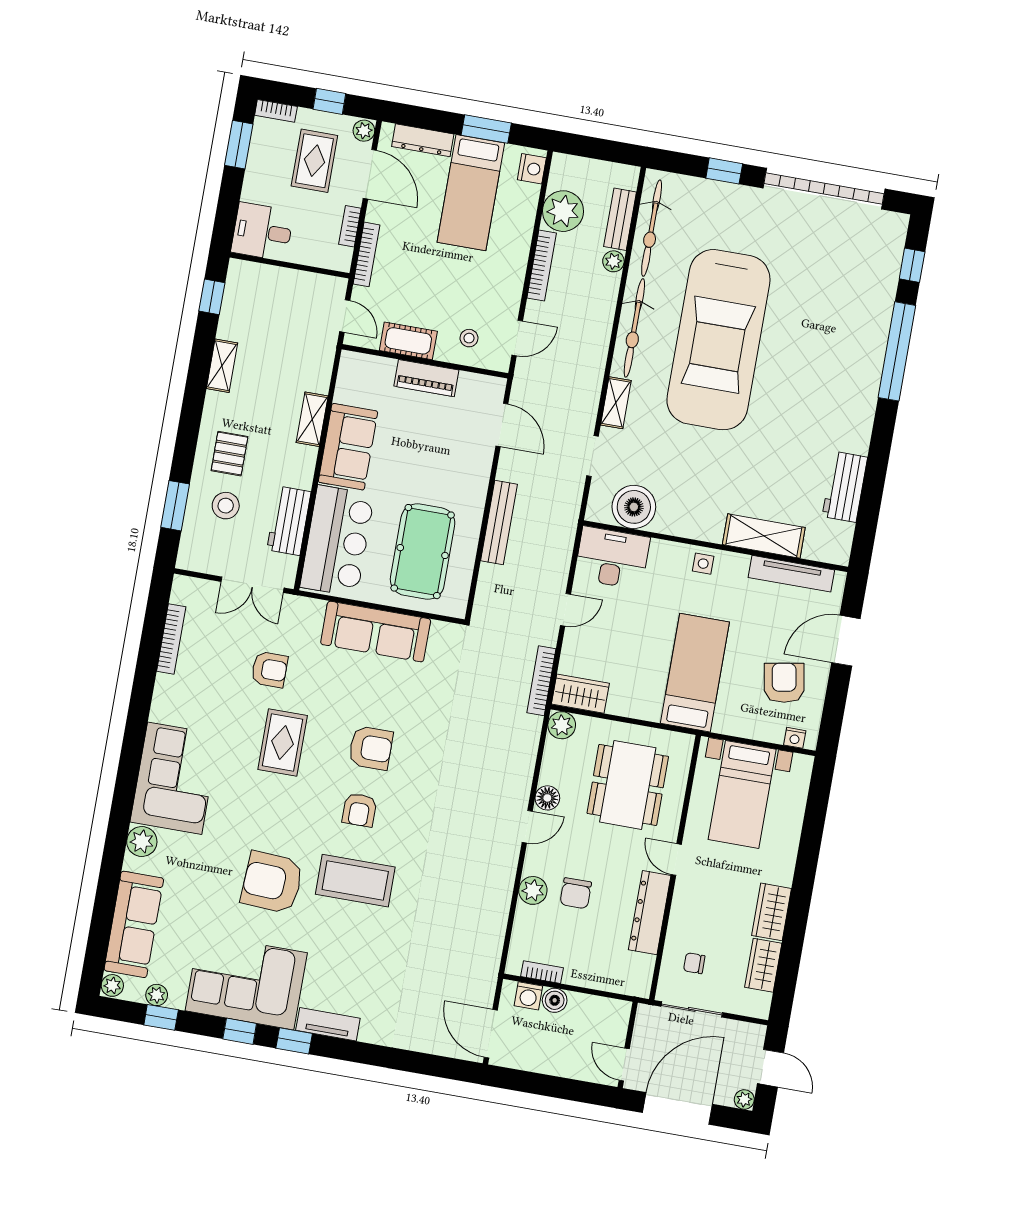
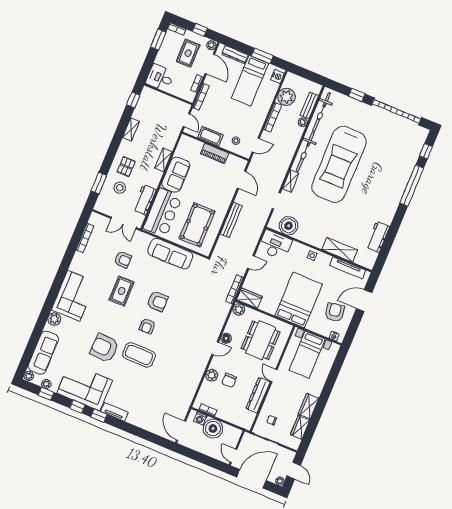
bed: (695, 673) -> (299, 300), width x1.50
boiler: (555, 1000) -> (213, 429), width x1.86, depth x1.86

